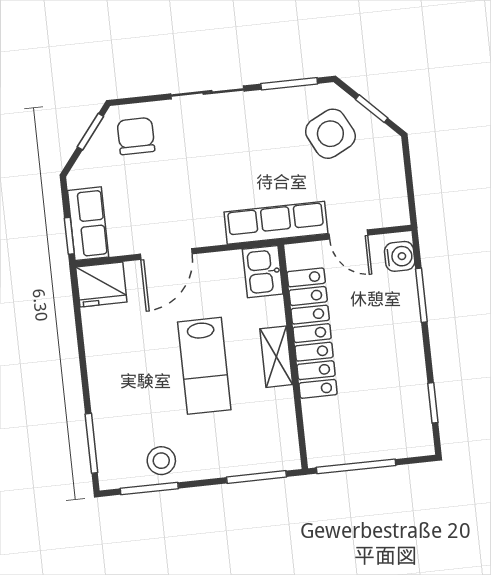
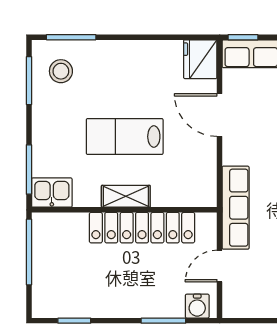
kitchen sink: (263, 272) -> (52, 193), moved
stool: (161, 461) -> (61, 71), moved

